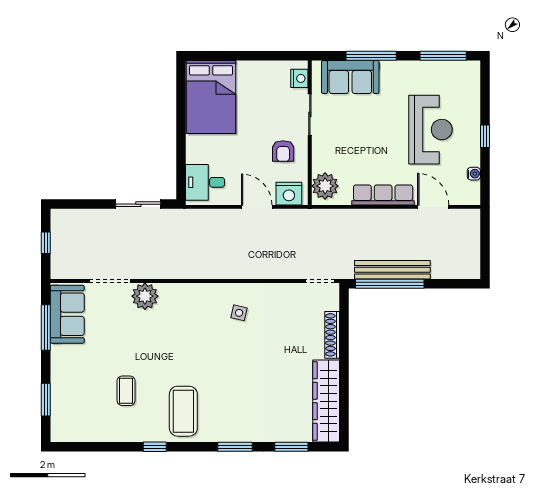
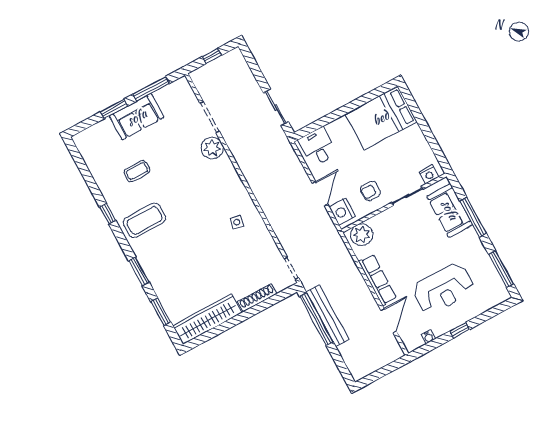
sofa: (67, 314) -> (137, 117), moved
window: (46, 400) -> (114, 109), moved

